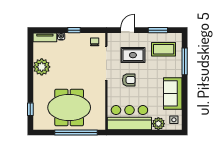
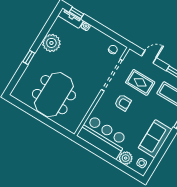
window: (74, 30) -> (77, 13), moved
meeting table: (69, 108) -> (54, 95), turned 90
window: (30, 109) -> (29, 57), moved
window: (76, 132) -> (46, 121), removed

